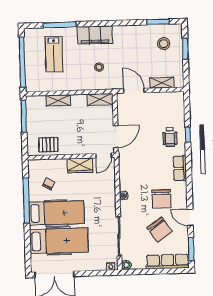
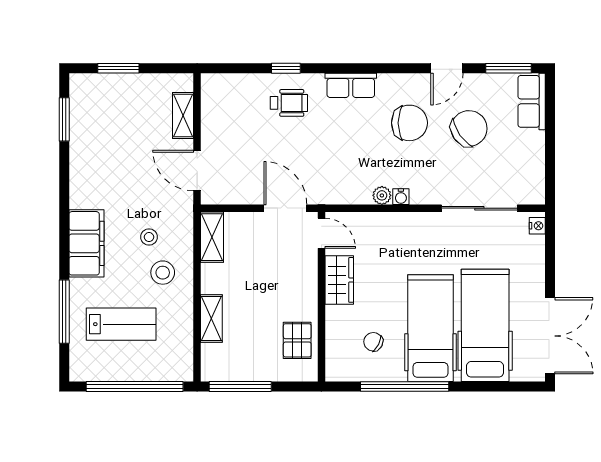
stool: (164, 44) -> (163, 273), moved
door: (134, 91) -> (197, 170), hinge flipped
row of seats: (167, 262) -> (532, 101), width x0.68
plant: (126, 265) -> (382, 195), moved

